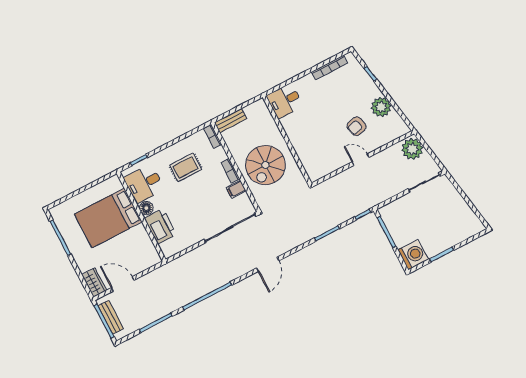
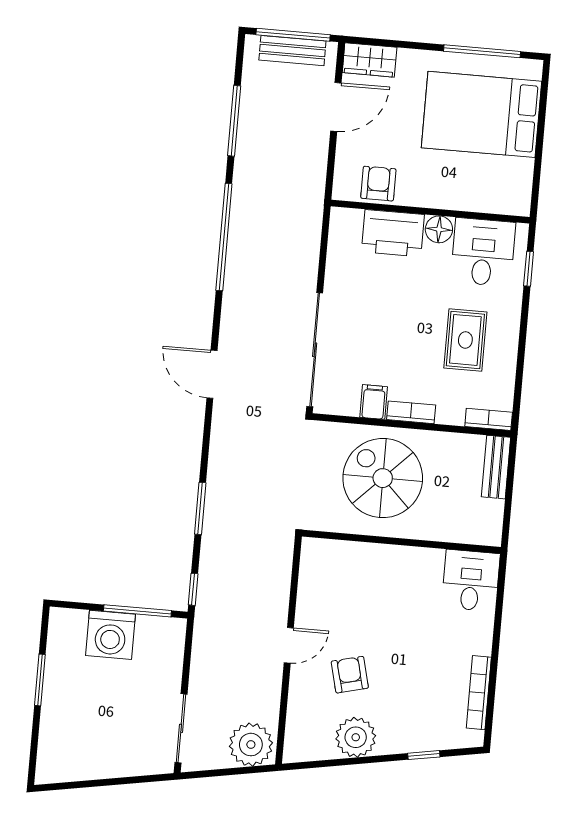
bed: (108, 218) -> (482, 114), moved, turned -90
armchair: (143, 246) -> (378, 184), added
washing machine: (413, 255) -> (110, 635), moved

